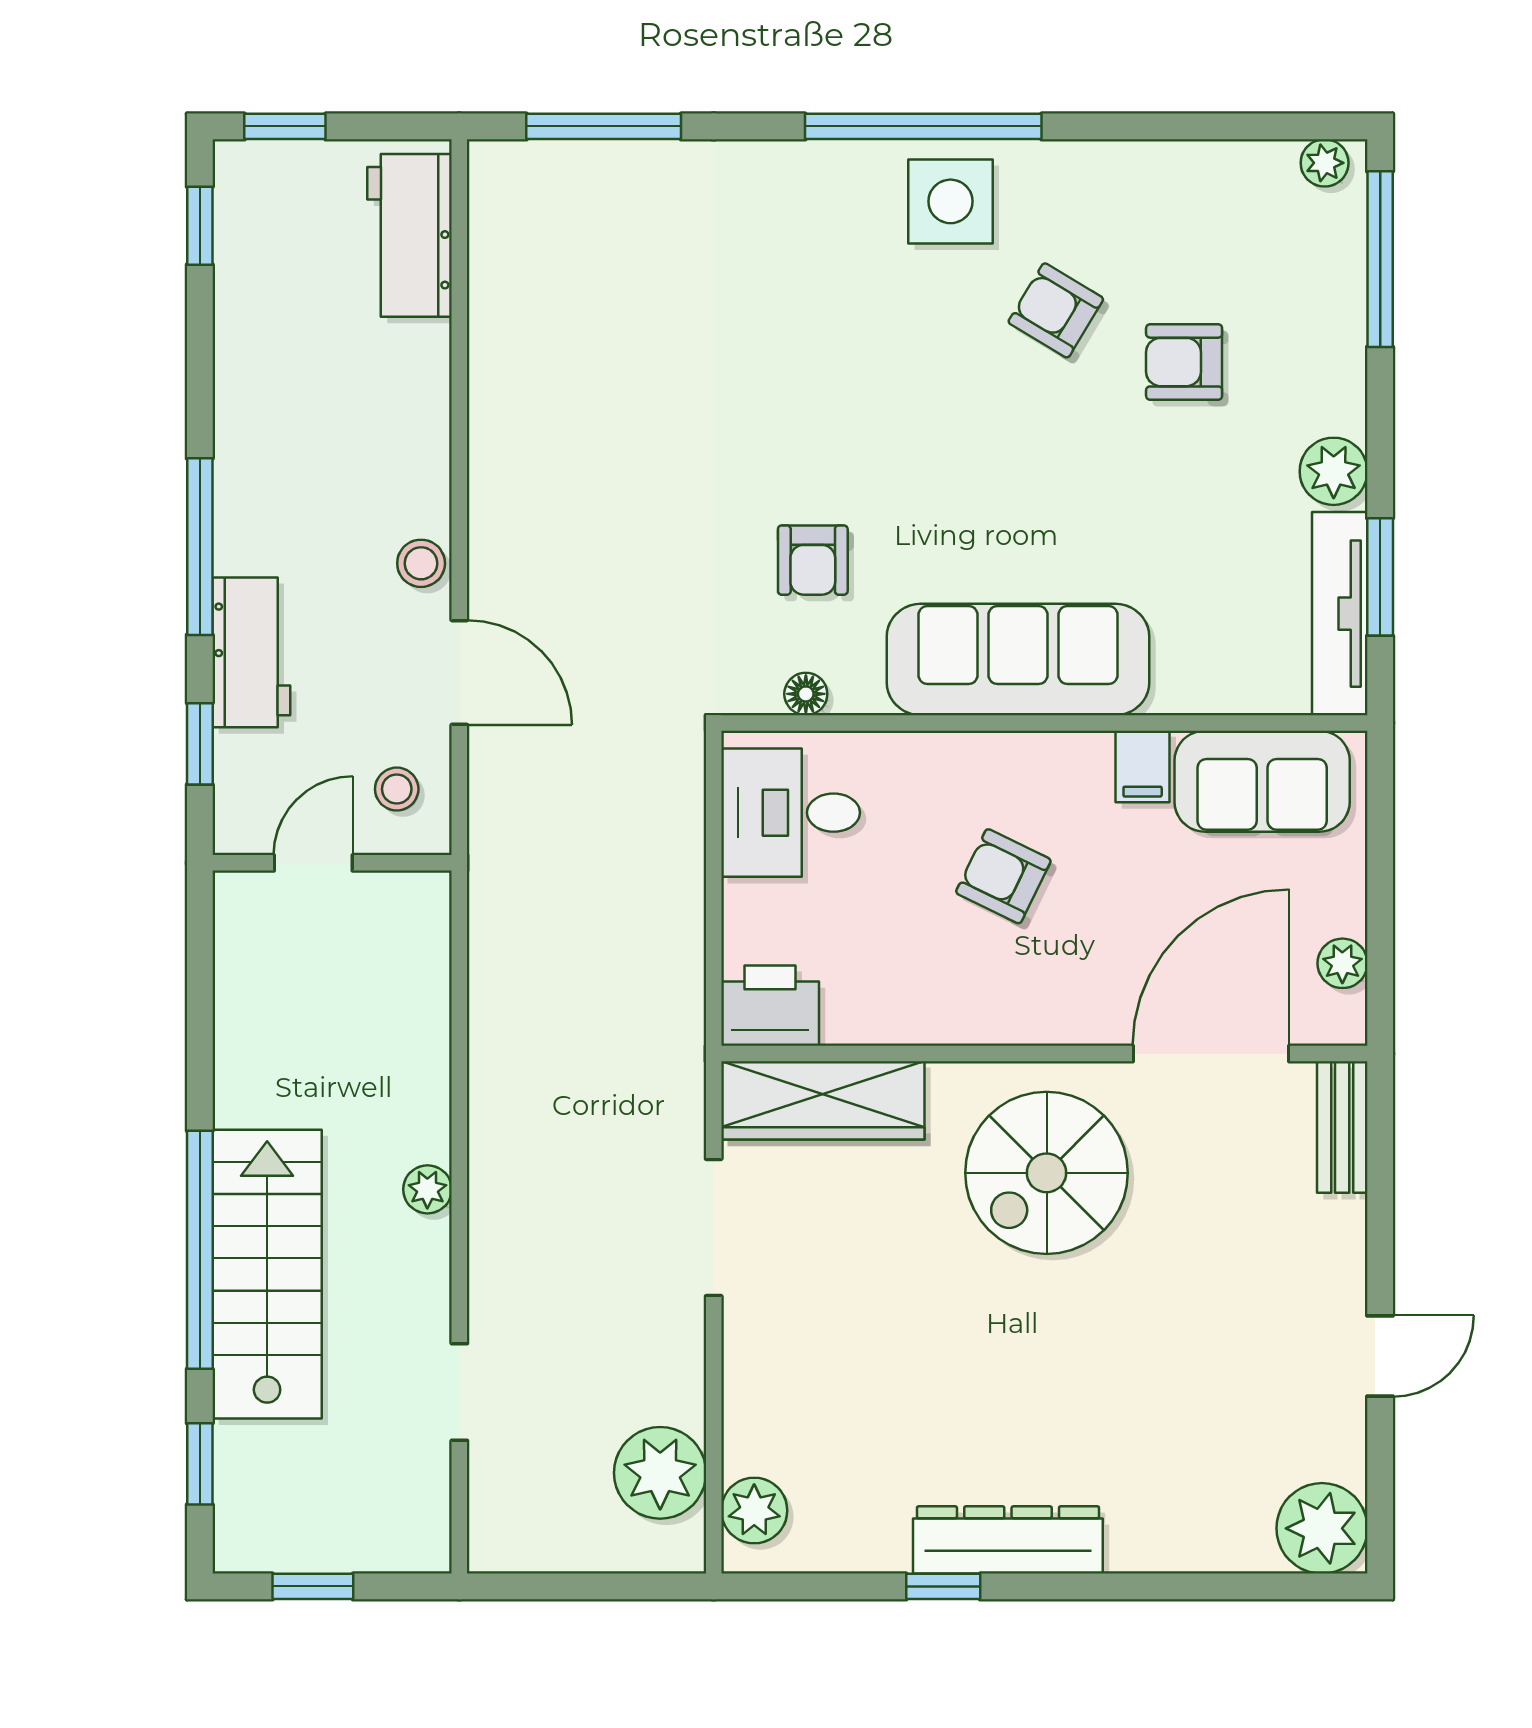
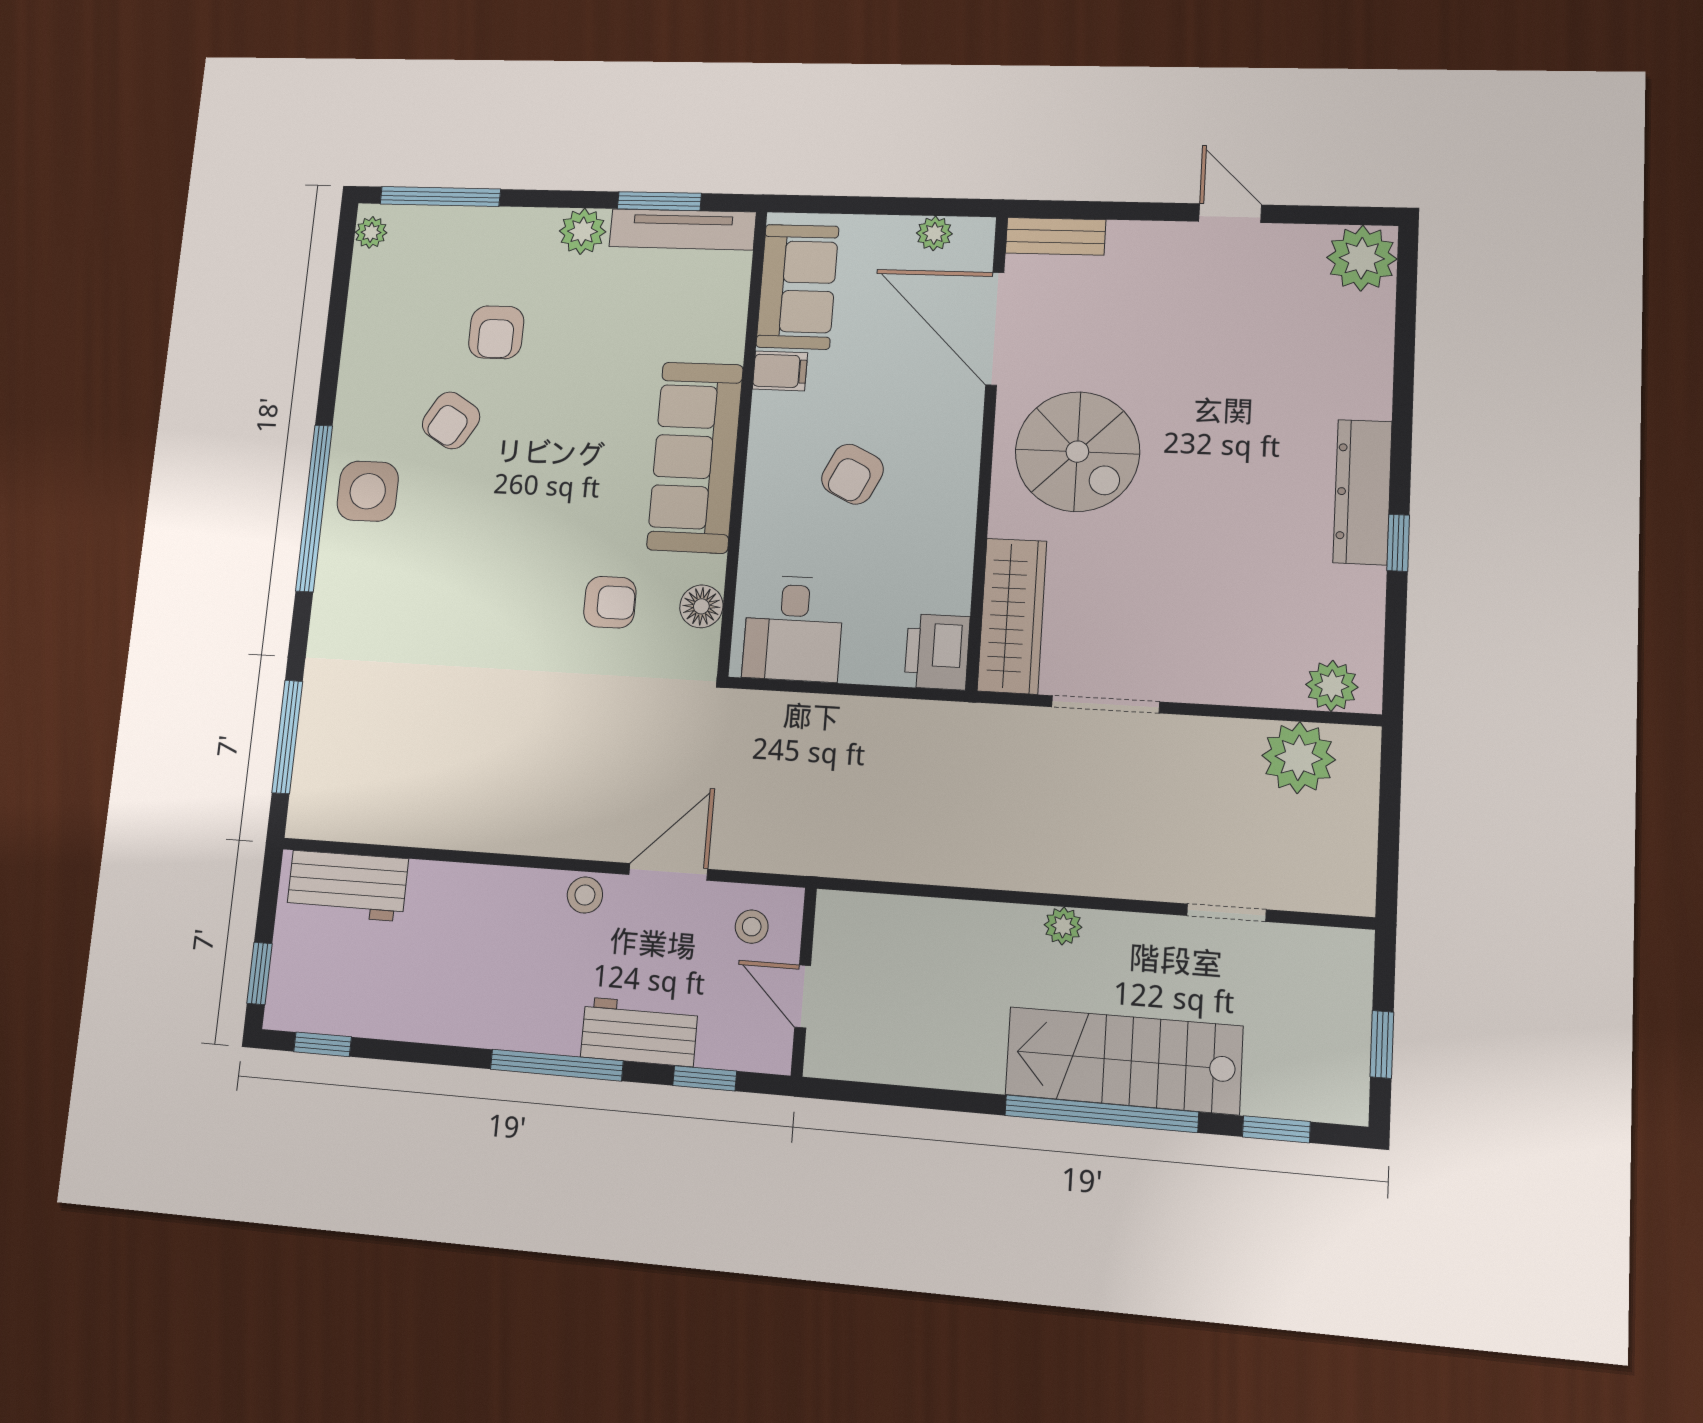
floor lamp: (806, 694) -> (701, 606), width x1.37, depth x1.37

